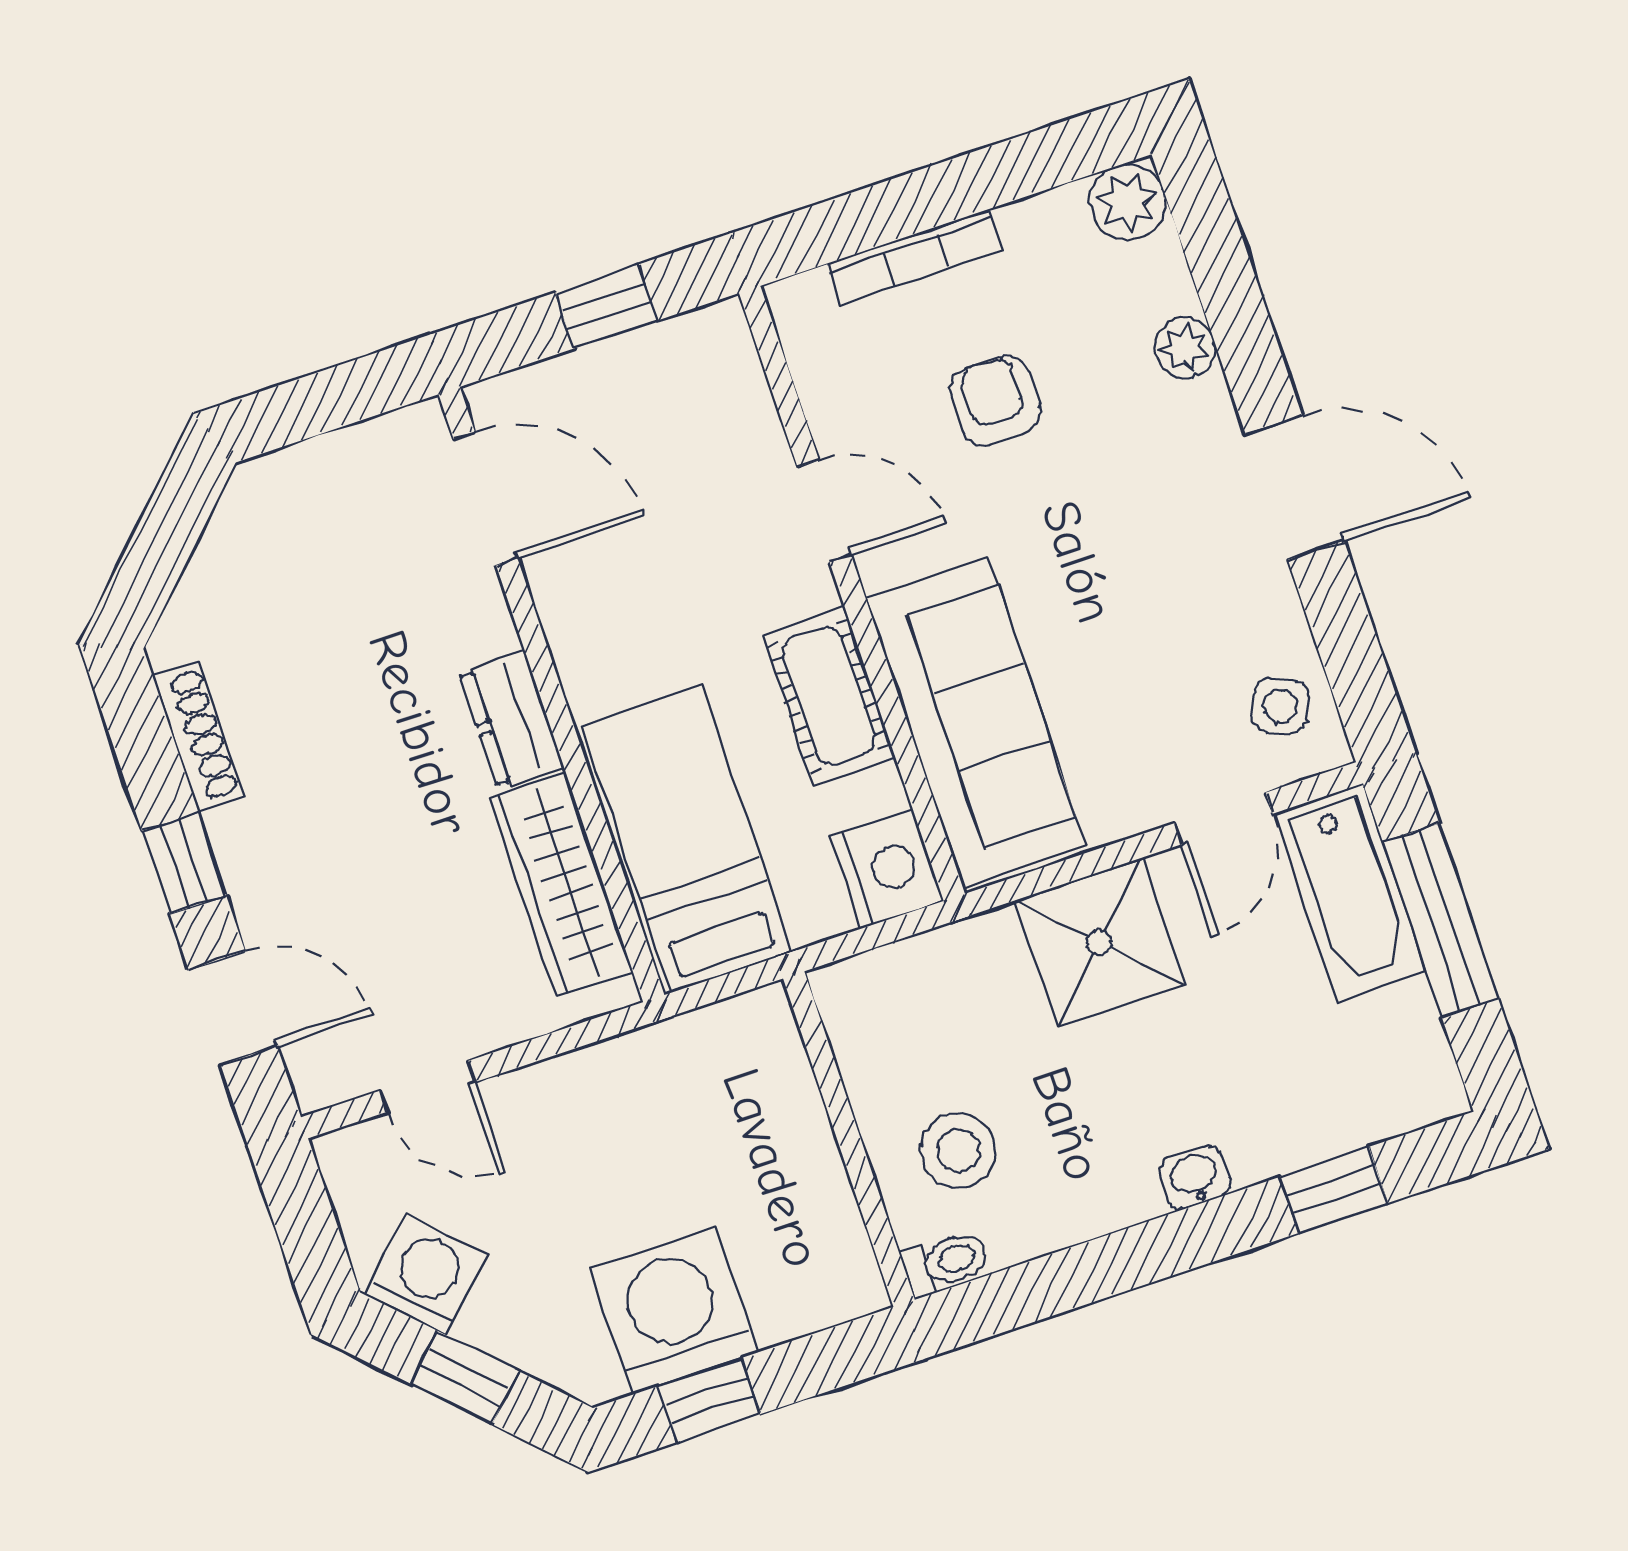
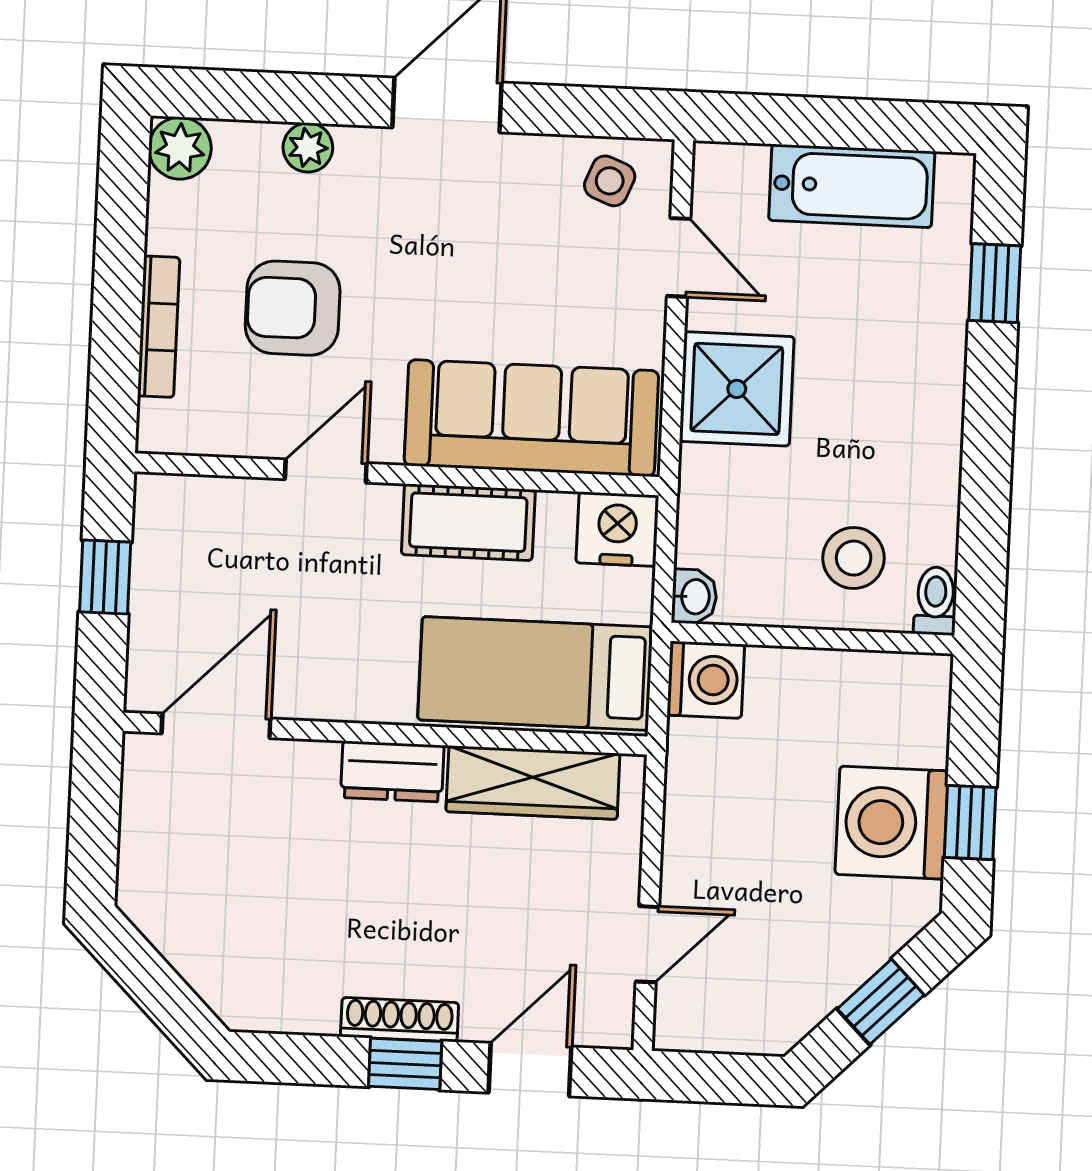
armchair: (995, 401) -> (293, 308), width x1.38, depth x1.38
shoe rack: (198, 737) -> (400, 1020), moved
bathtub: (1351, 892) -> (852, 186), moved
window: (1441, 920) -> (821, 122), removed
washbasin: (1195, 1177) -> (694, 597), moved, turned 180
washing machine: (426, 1275) -> (706, 680), moved, turned 135

